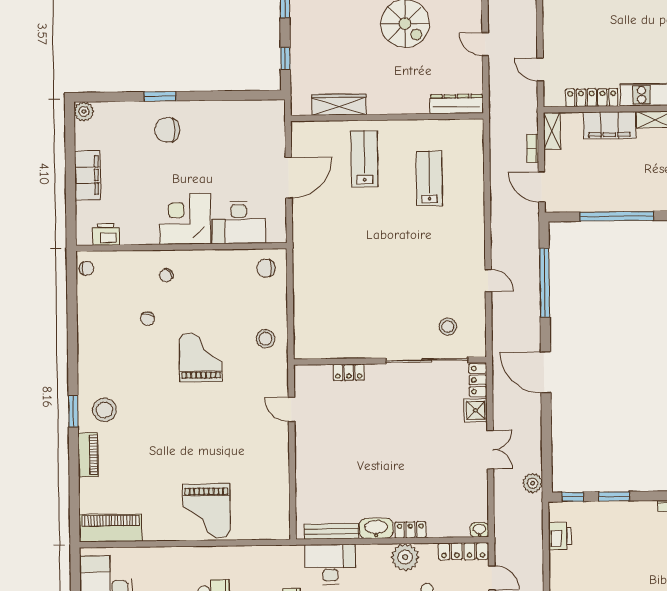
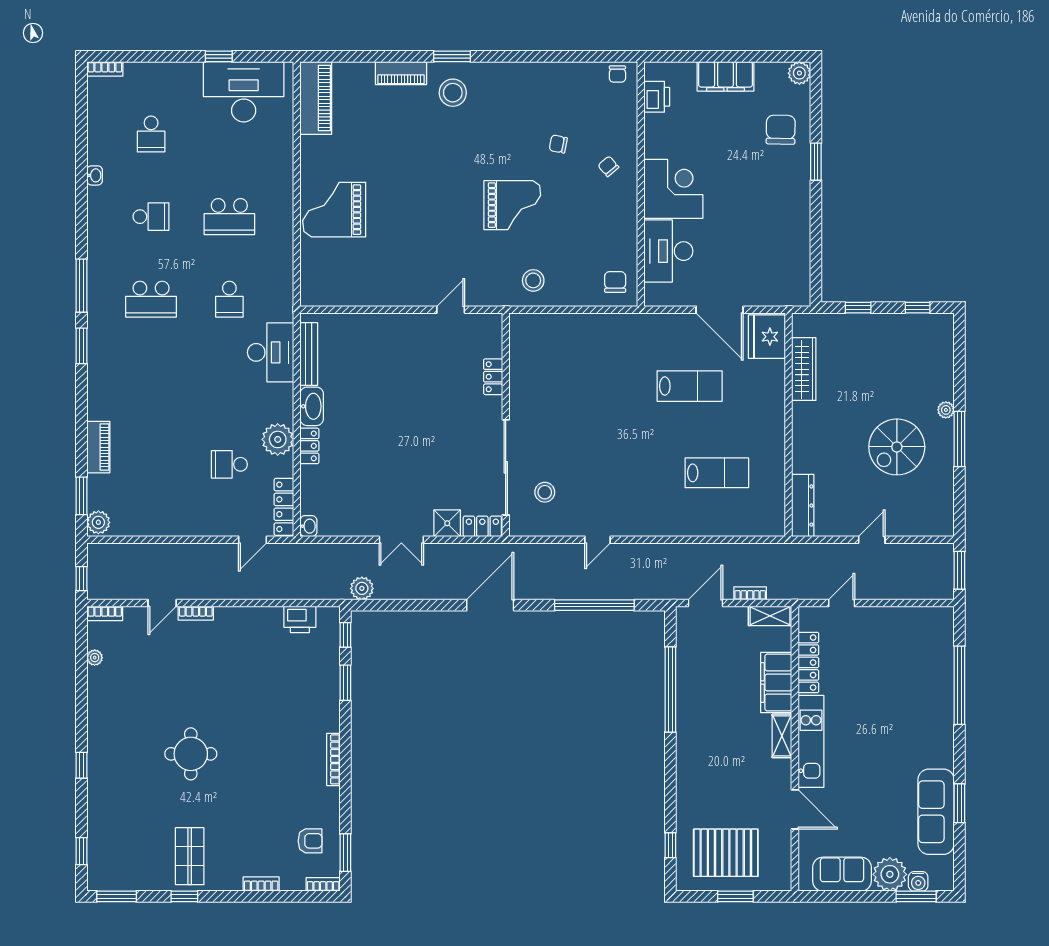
chair: (167, 130) -> (781, 130), moved
fridge: (311, 137) -> (767, 337), added
lab bench: (364, 159) -> (690, 386), moved

